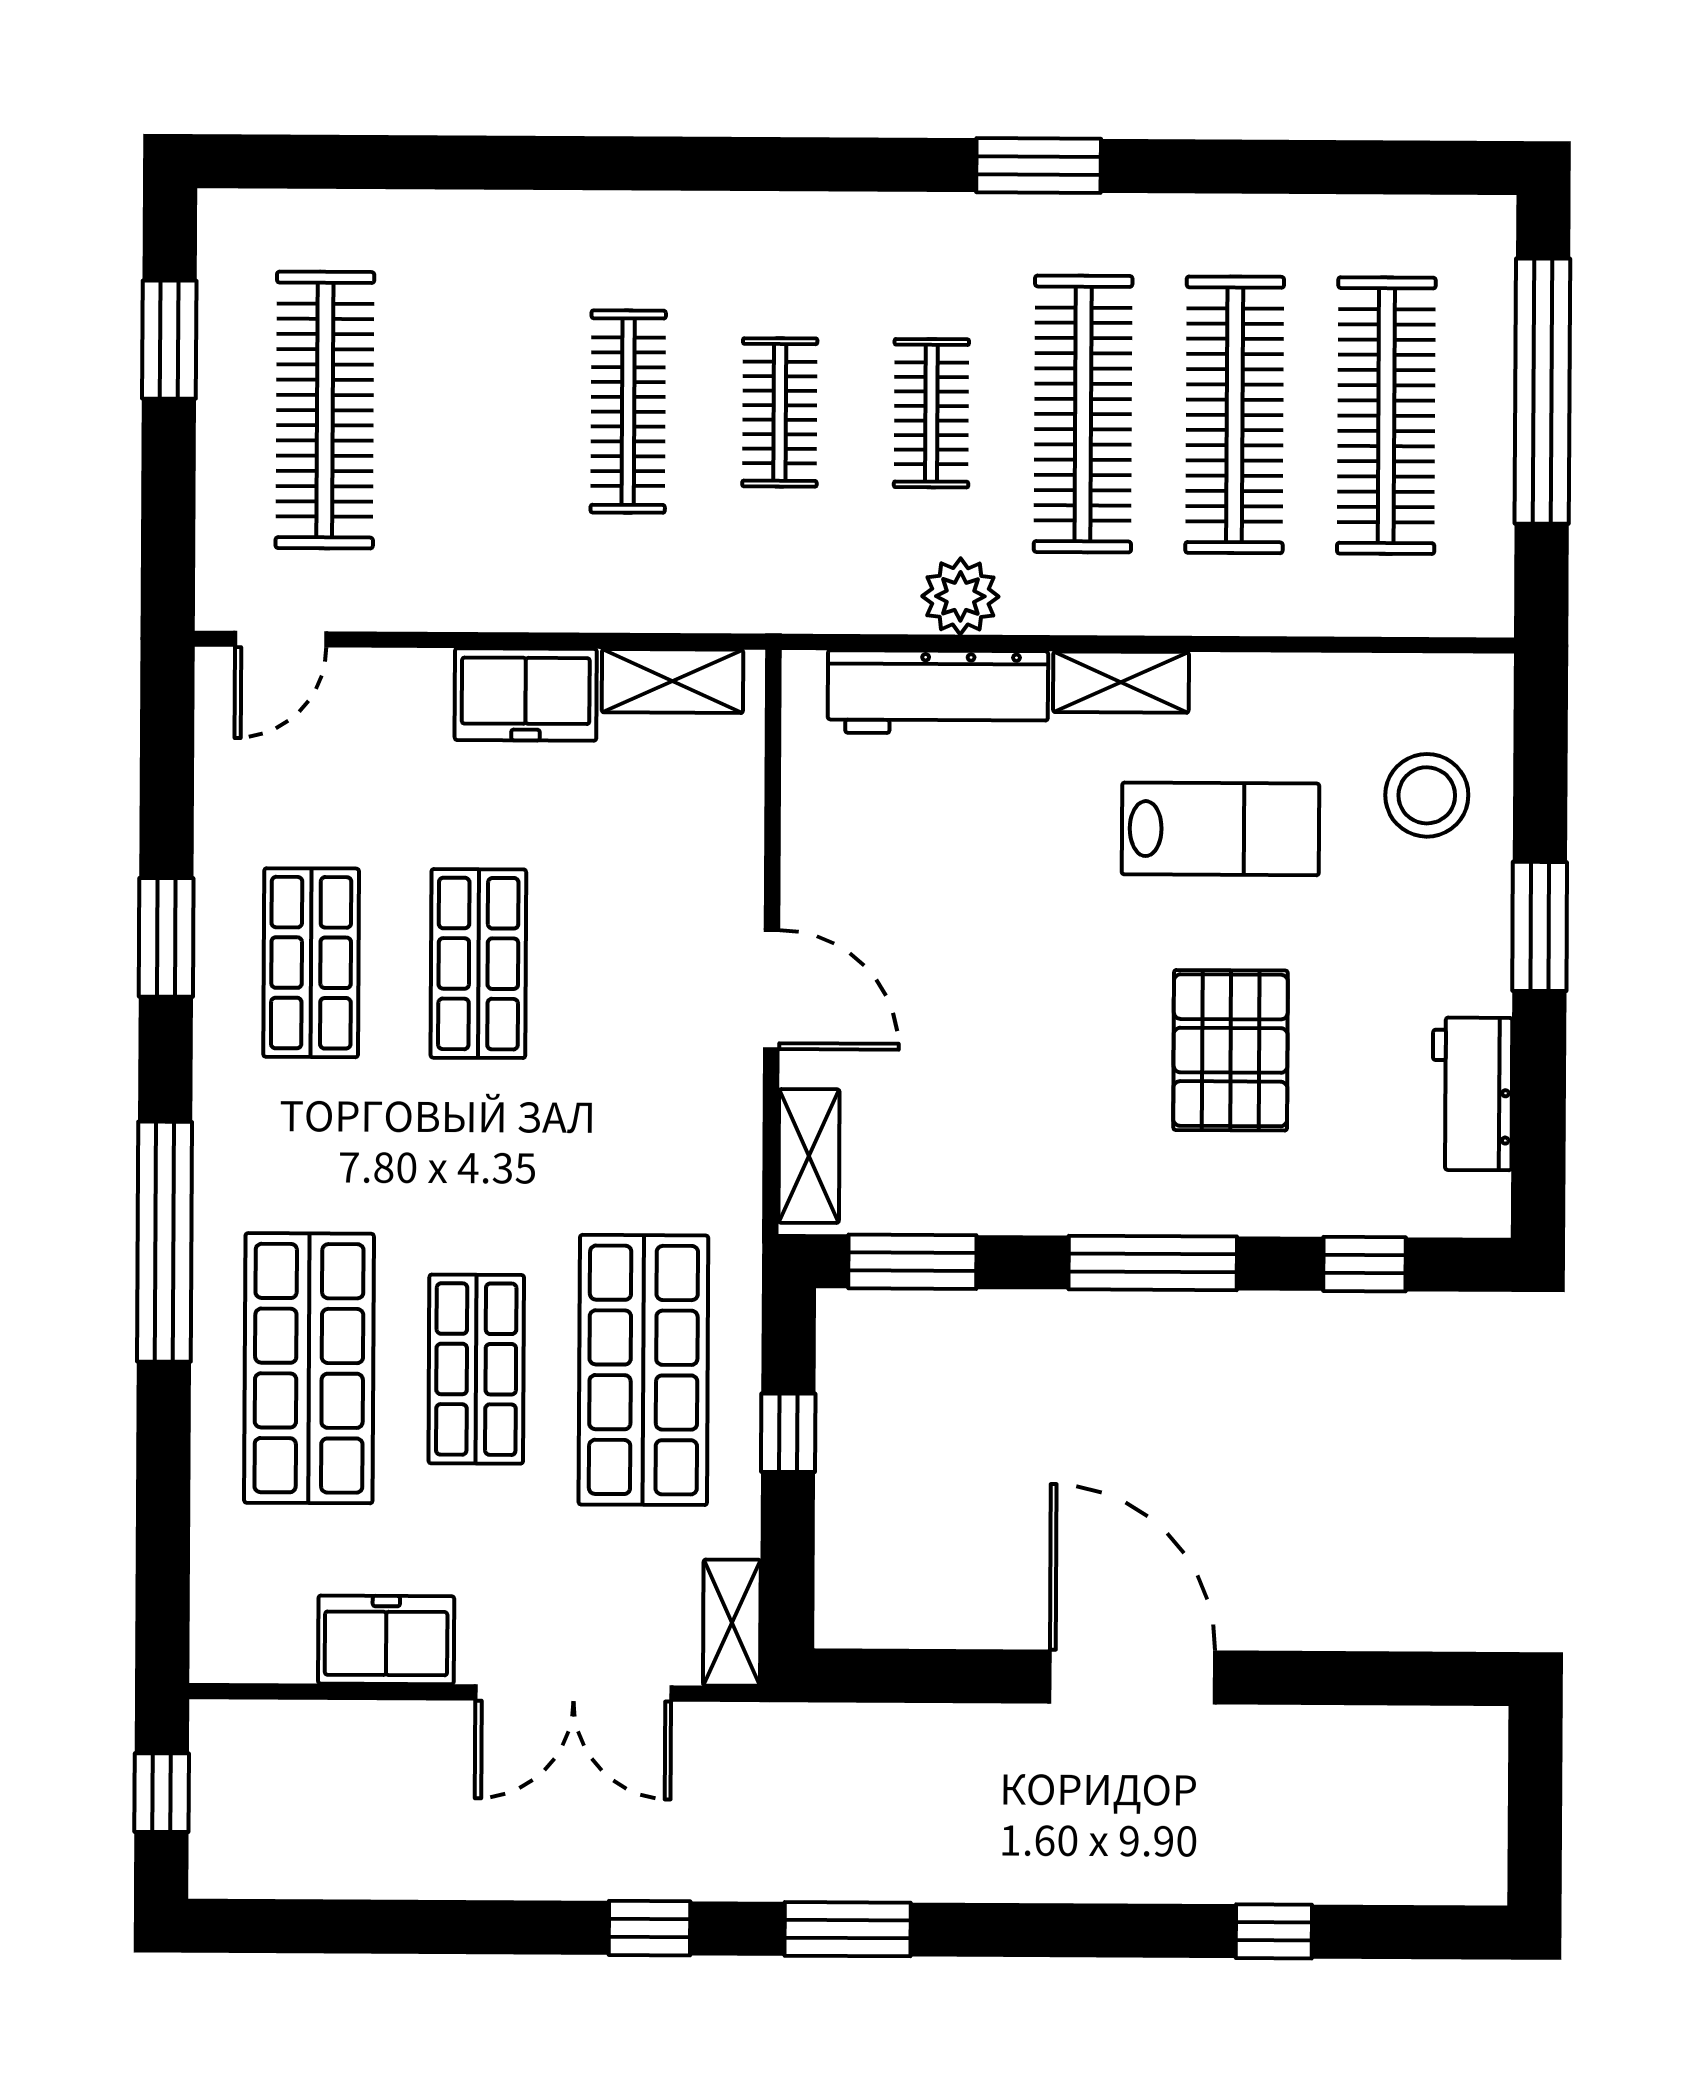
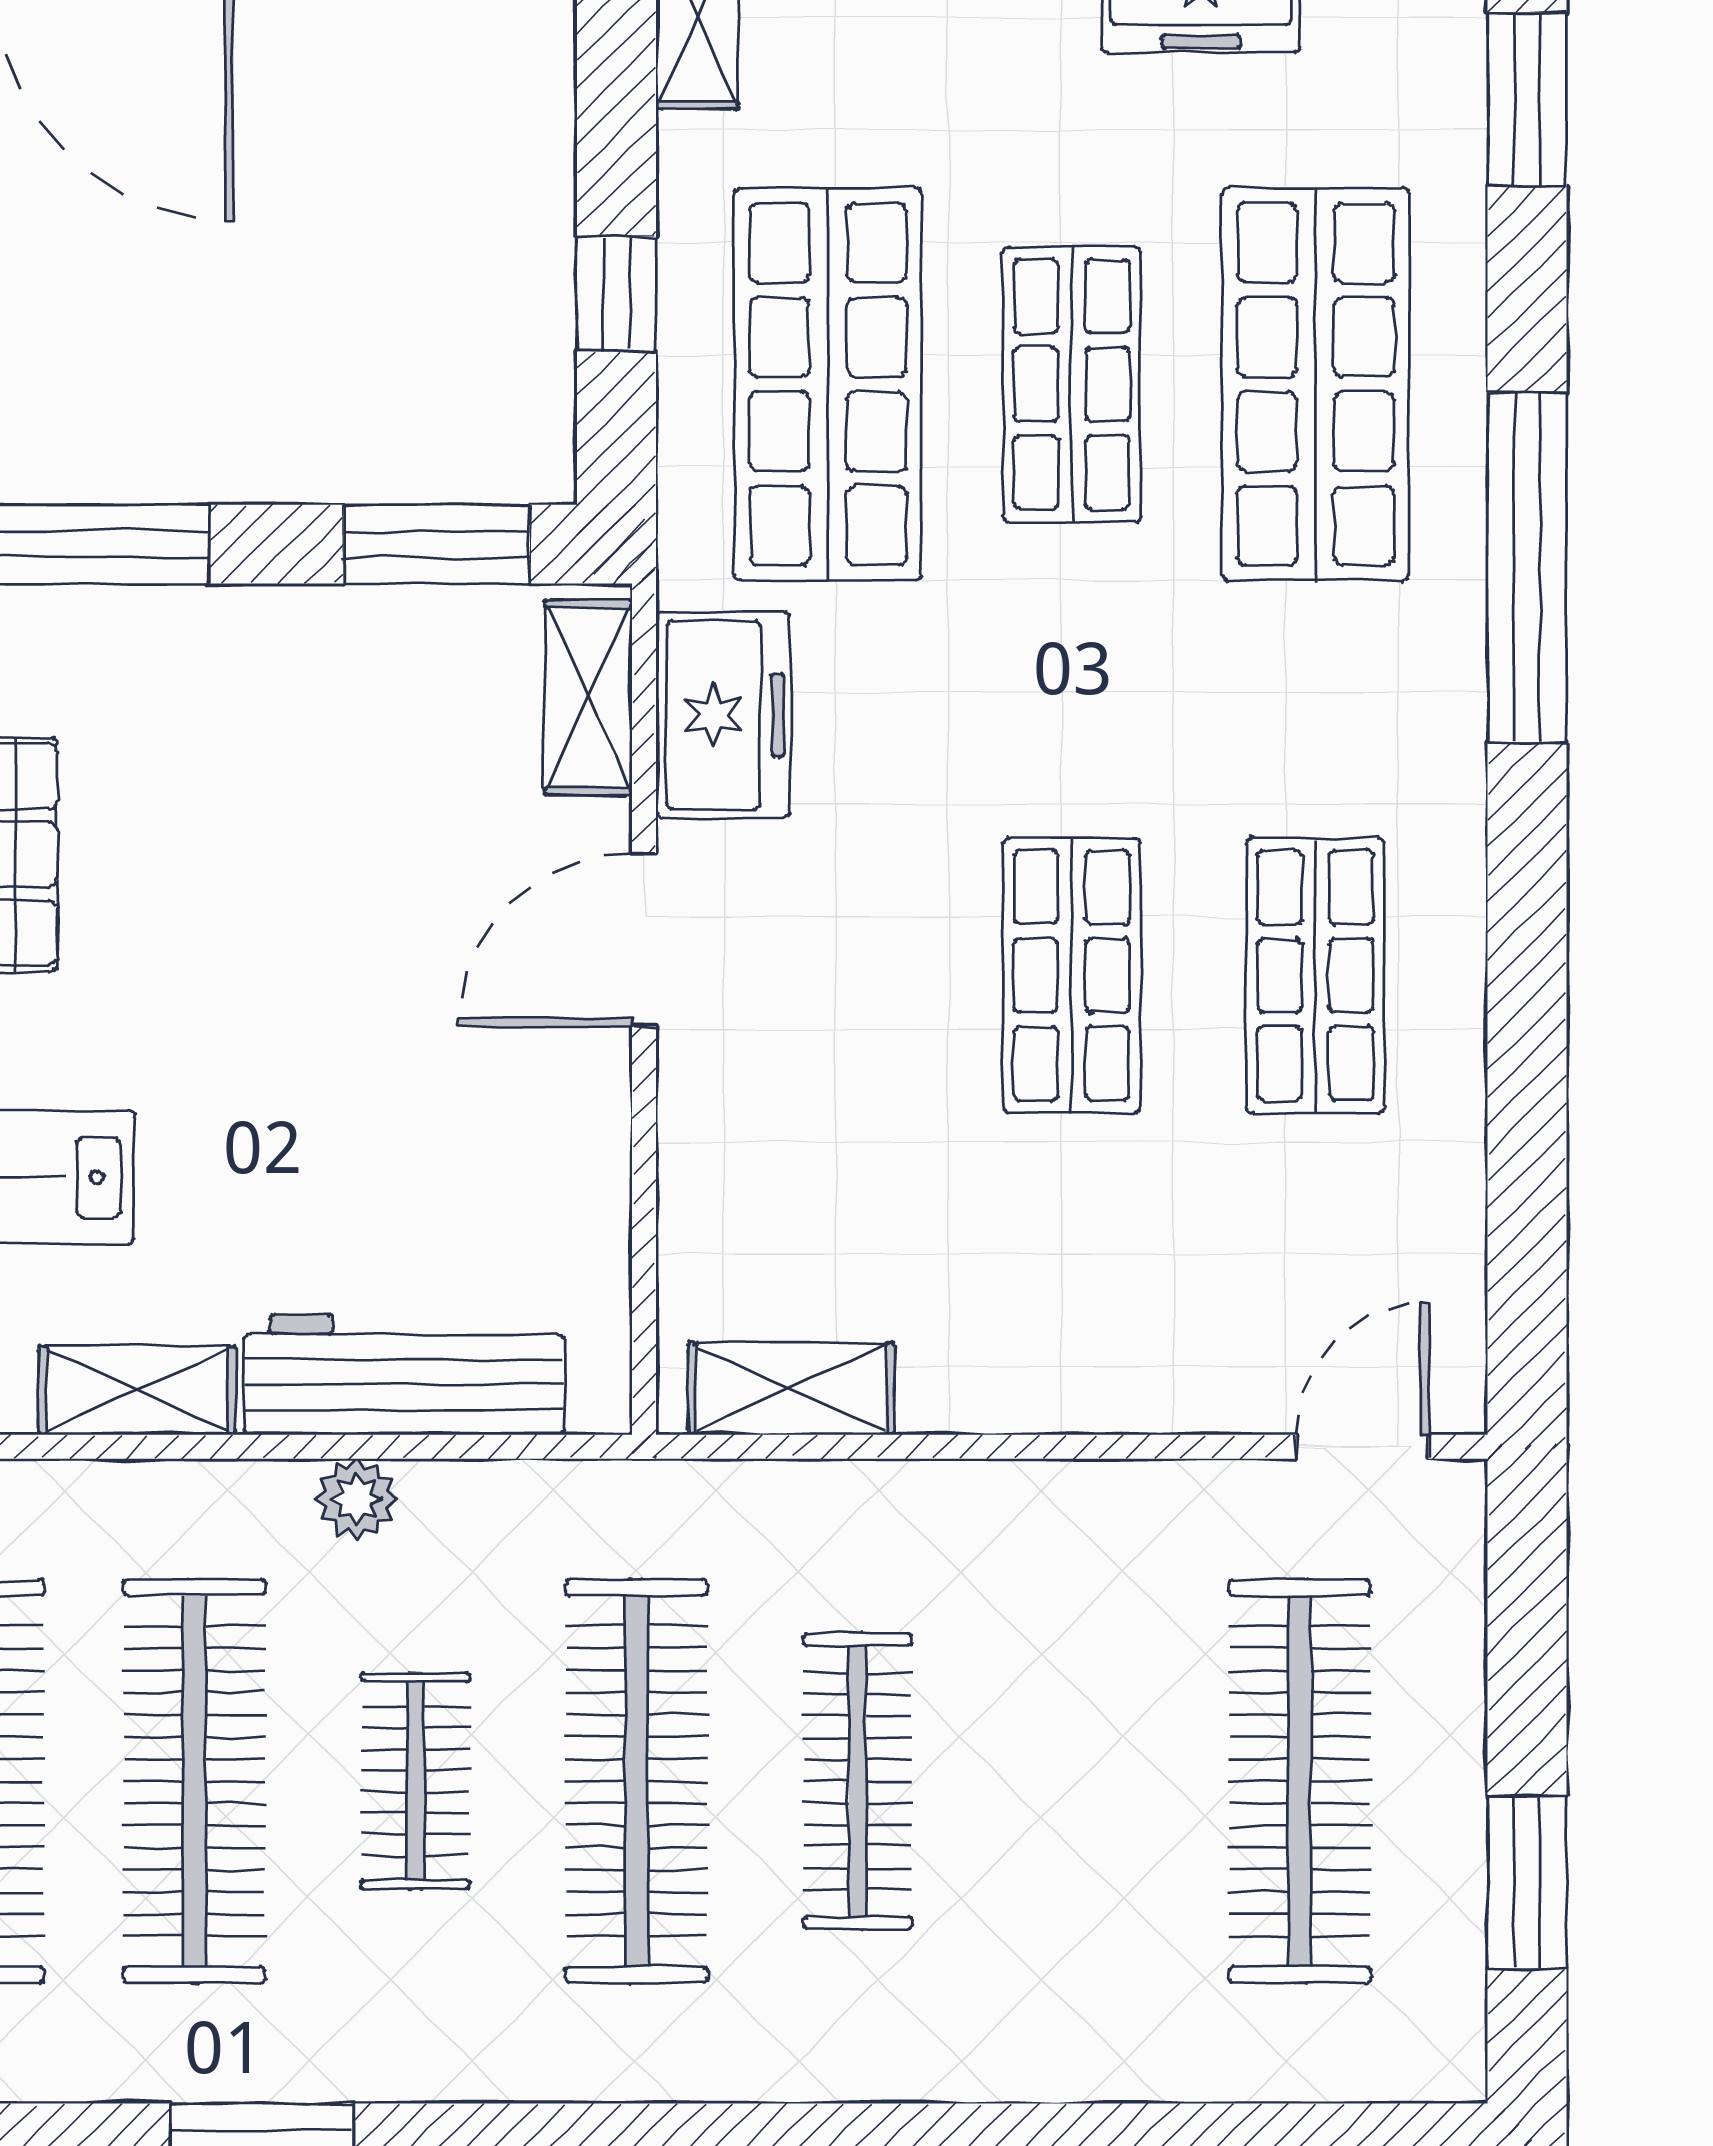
clothes rail: (780, 412) -> (637, 1781), width x1.86, depth x1.31
plant: (960, 596) -> (357, 1499), width x0.73, depth x0.73
freezer: (526, 694) -> (723, 715), moved, turned 90
window: (166, 937) -> (1527, 99), moved
door: (772, 990) -> (644, 940), hinge flipped

